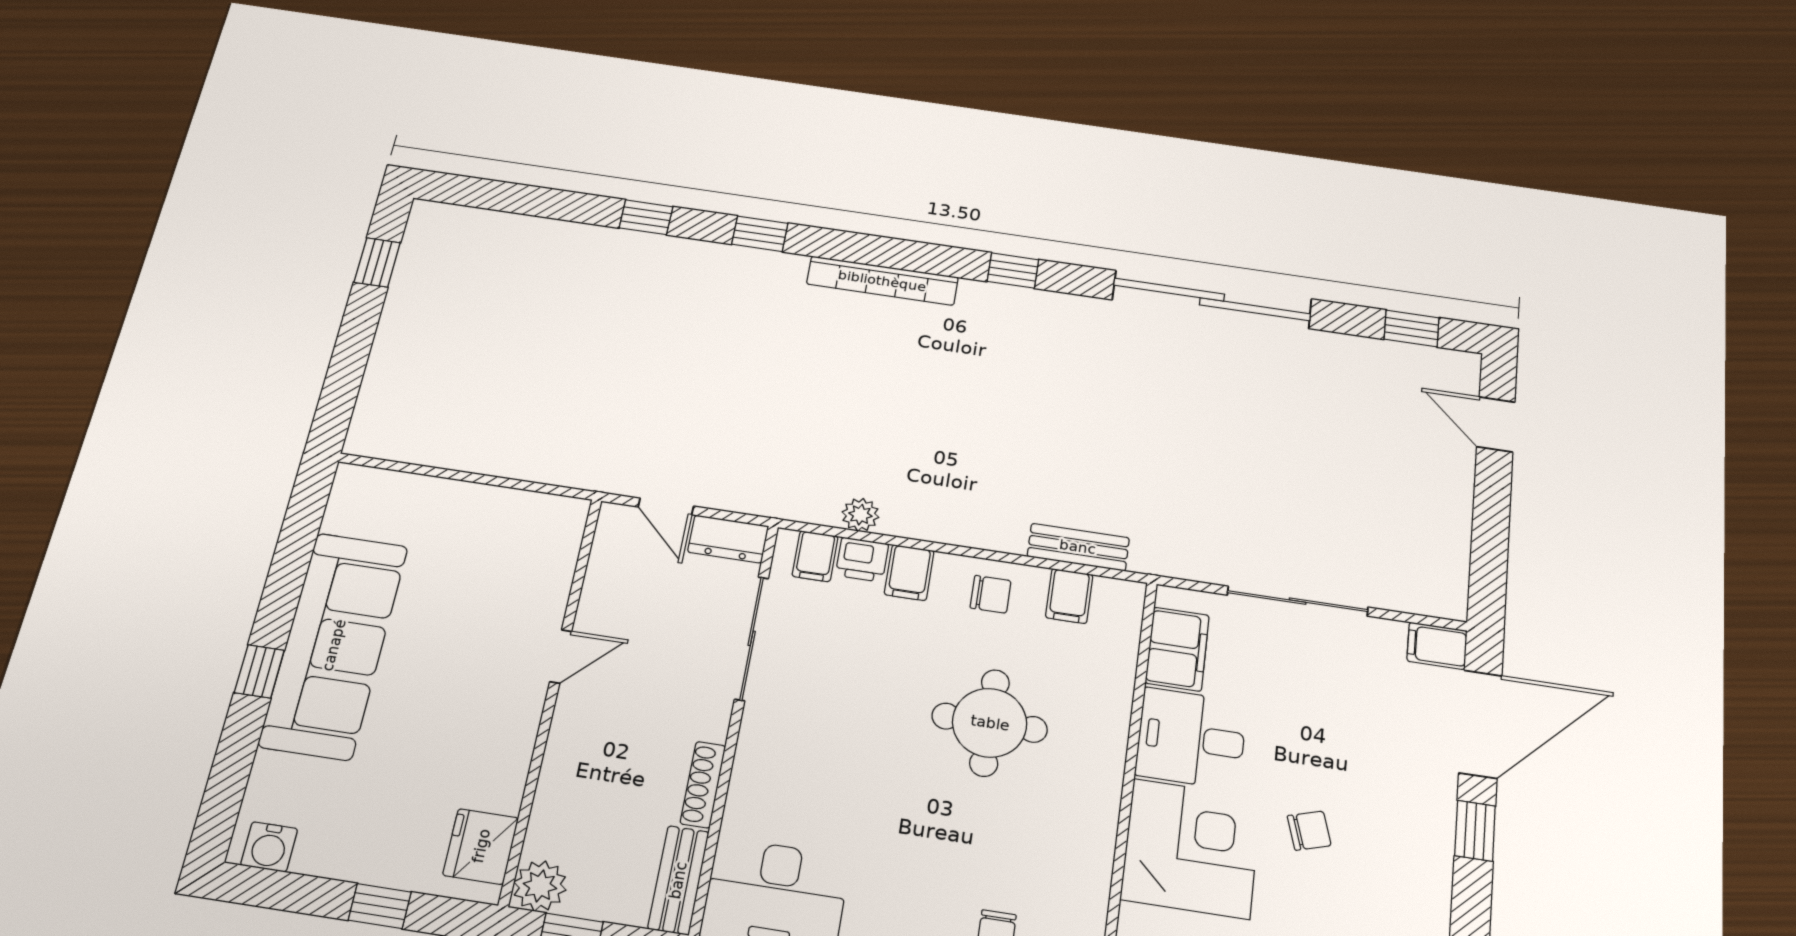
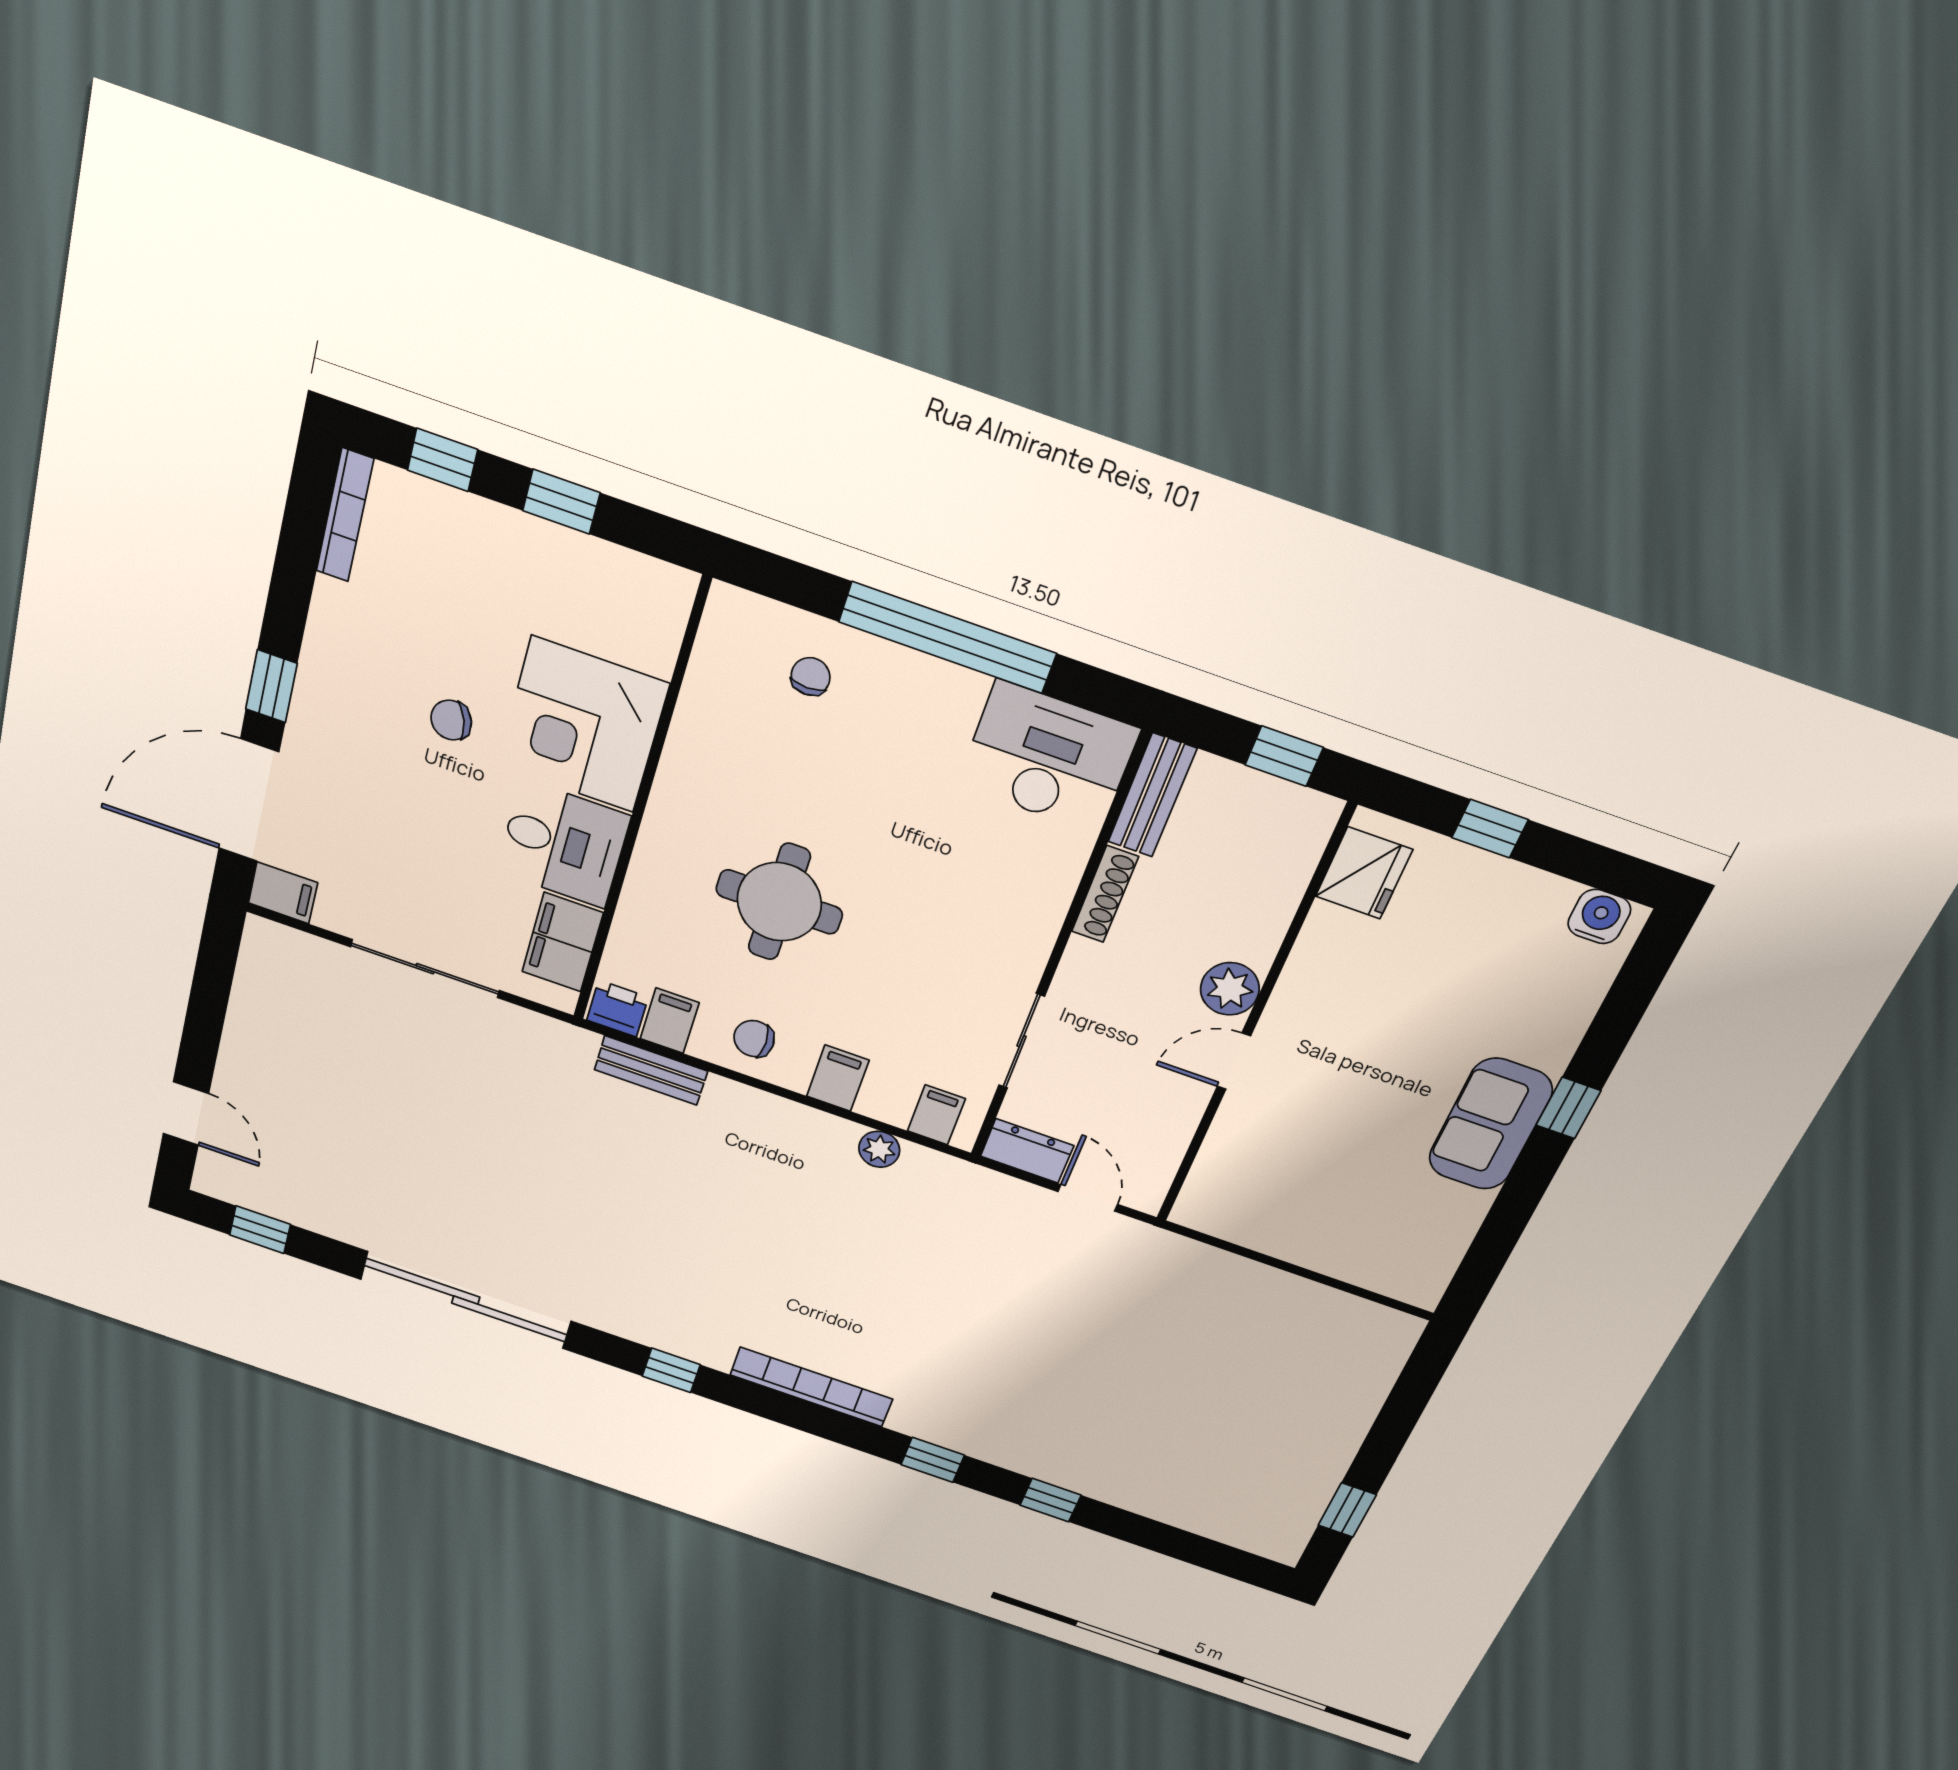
printer: (862, 560) -> (618, 1009), moved
sliding door: (752, 638) -> (1022, 1041), width x0.73
sofa: (334, 645) -> (1490, 1124), width x0.54, depth x0.79
plant: (540, 886) -> (1230, 989), moved

